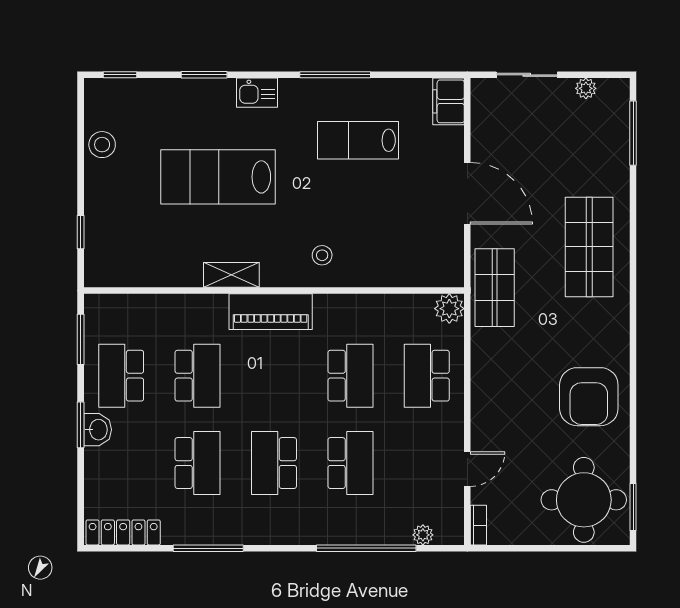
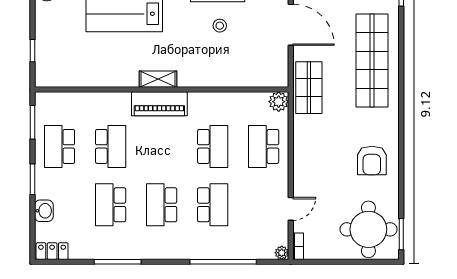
shop shelf: (589, 247) -> (372, 61), width x1.40
stool: (322, 255) -> (220, 26), moved
shelving: (231, 275) -> (158, 79), moved
armchair: (589, 397) -> (372, 160), width x0.73, depth x0.73
washbasin: (98, 430) -> (44, 211), moved
school desk: (198, 463) -> (111, 205), turned 180
locker: (123, 532) -> (52, 251), width x0.66
plant: (423, 535) -> (282, 253), moved

